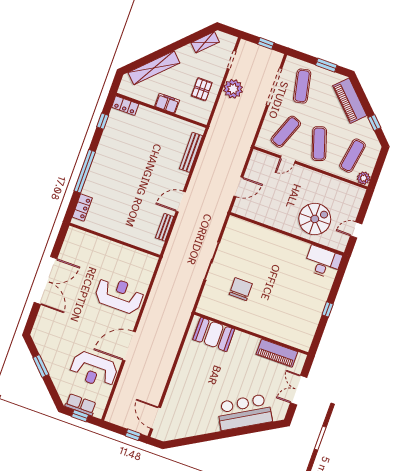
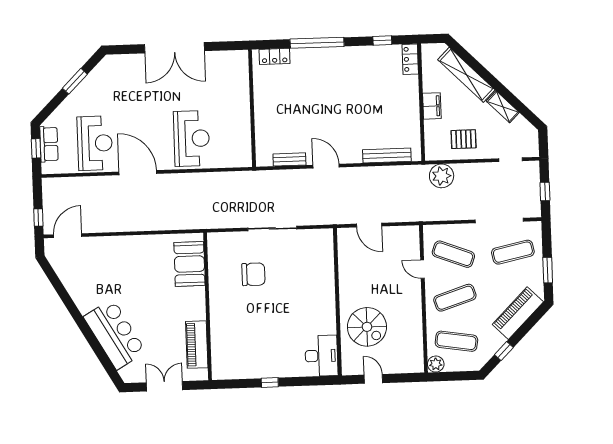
shelving: (205, 42) -> (503, 107), moved
plant: (233, 89) -> (442, 176), moved
reception desk: (94, 370) -> (95, 143), turned 180

